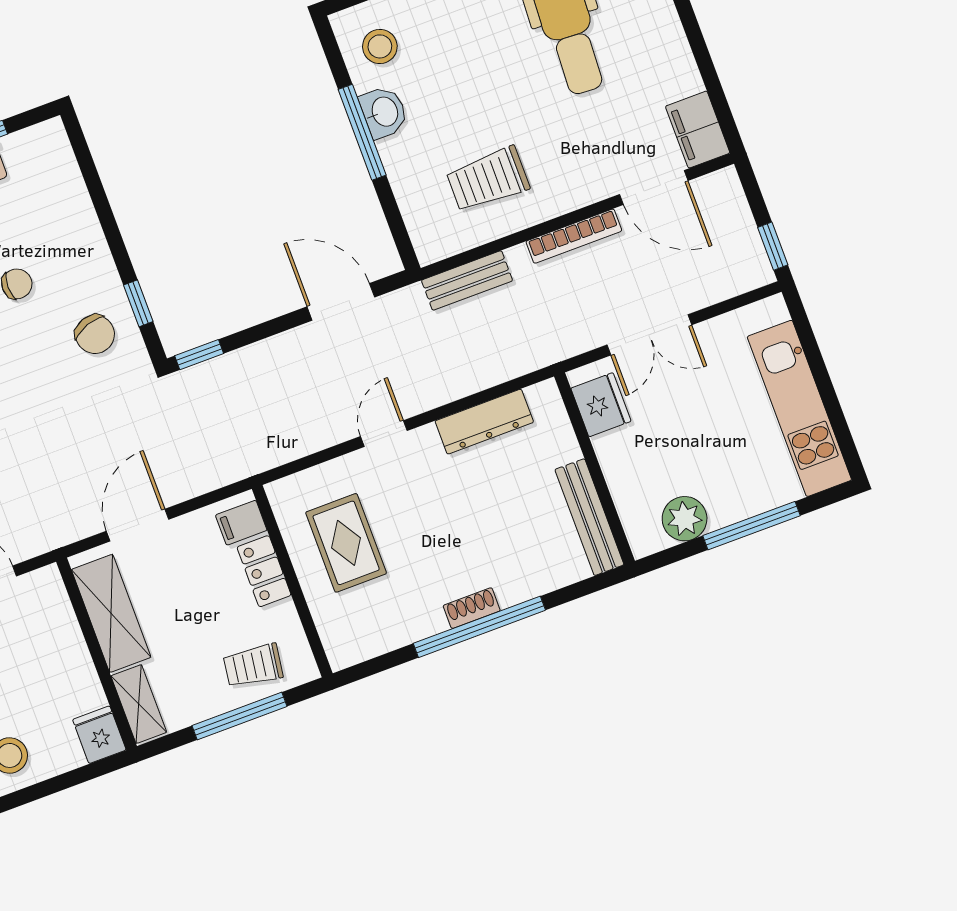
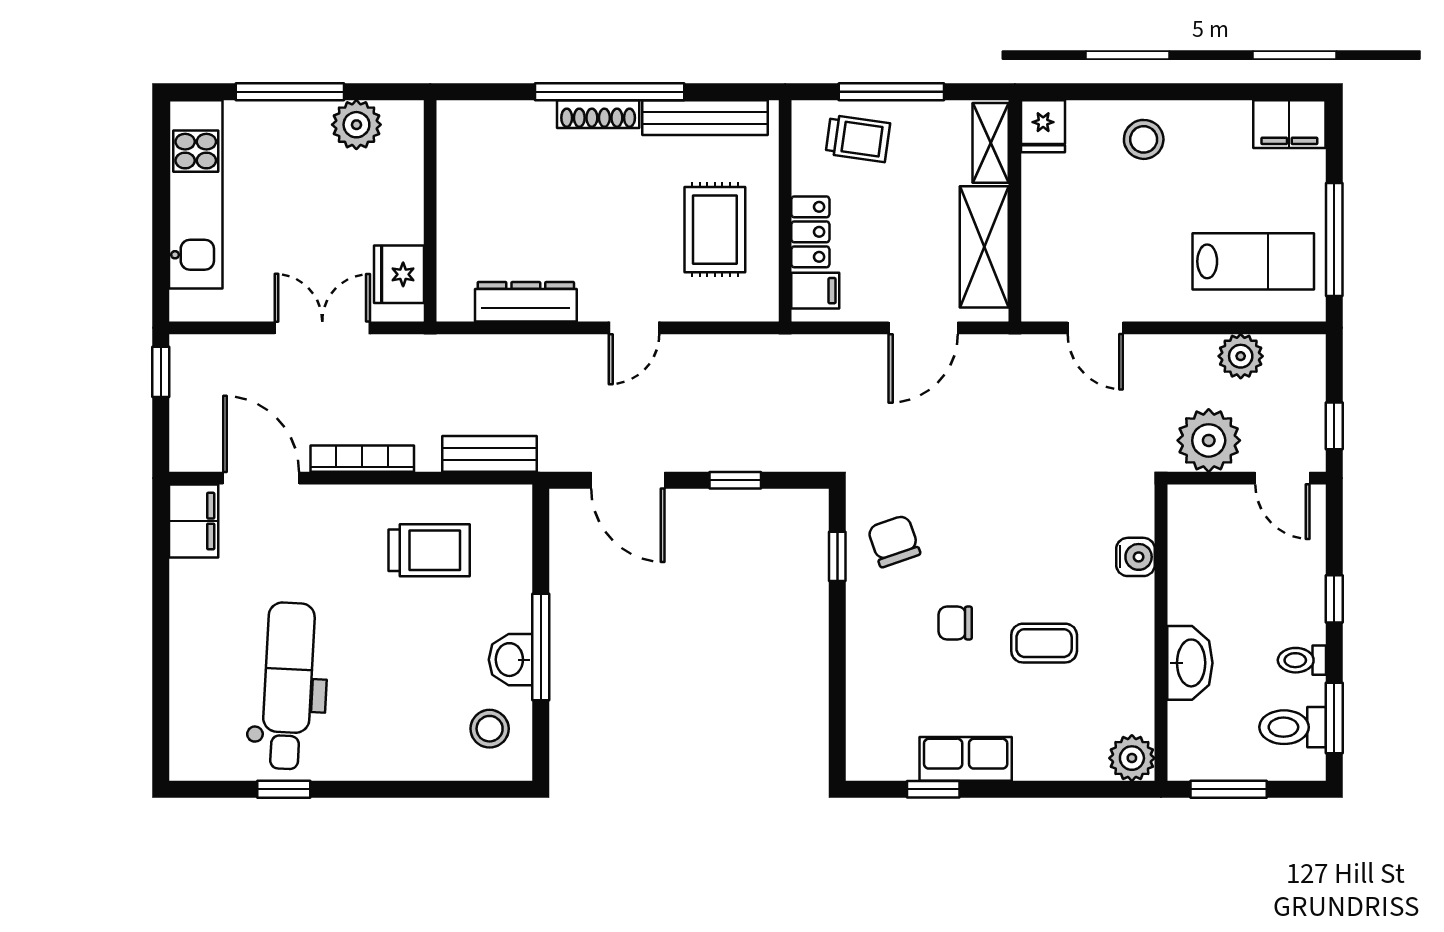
window: (199, 355) -> (735, 480), moved
bench: (589, 517) -> (705, 118), moved, turned 90
shoe rack: (472, 608) -> (598, 114), width x1.43

